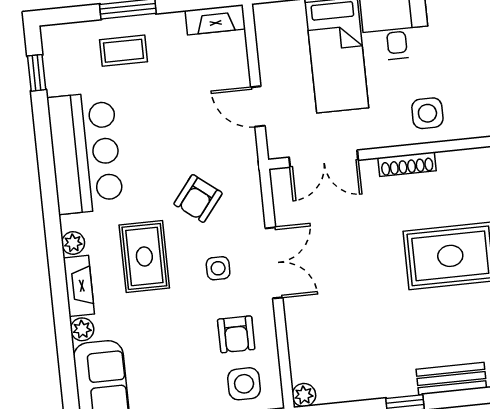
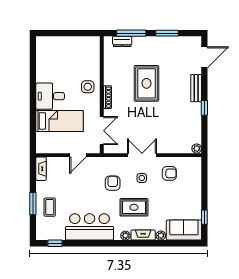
armchair: (198, 199) -> (113, 183), turned -128
side table: (244, 384) -> (190, 172), removed

